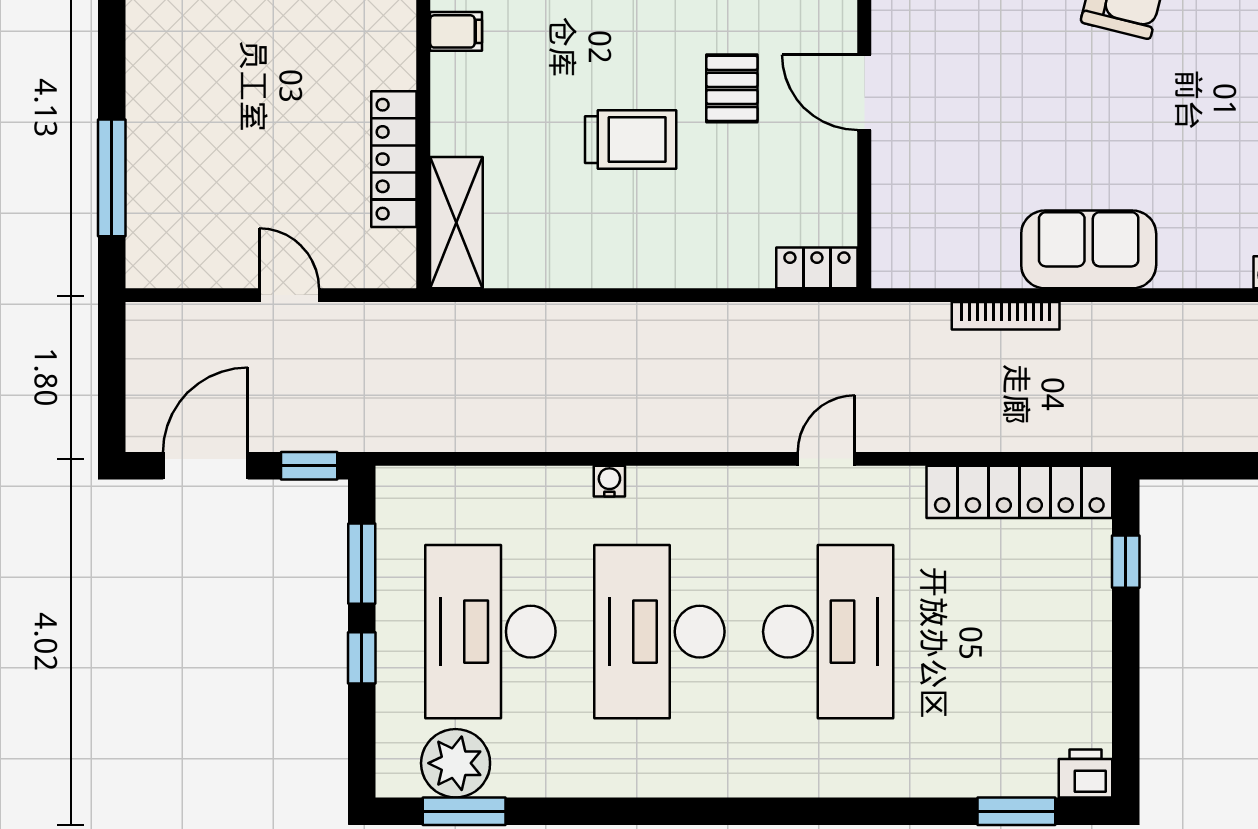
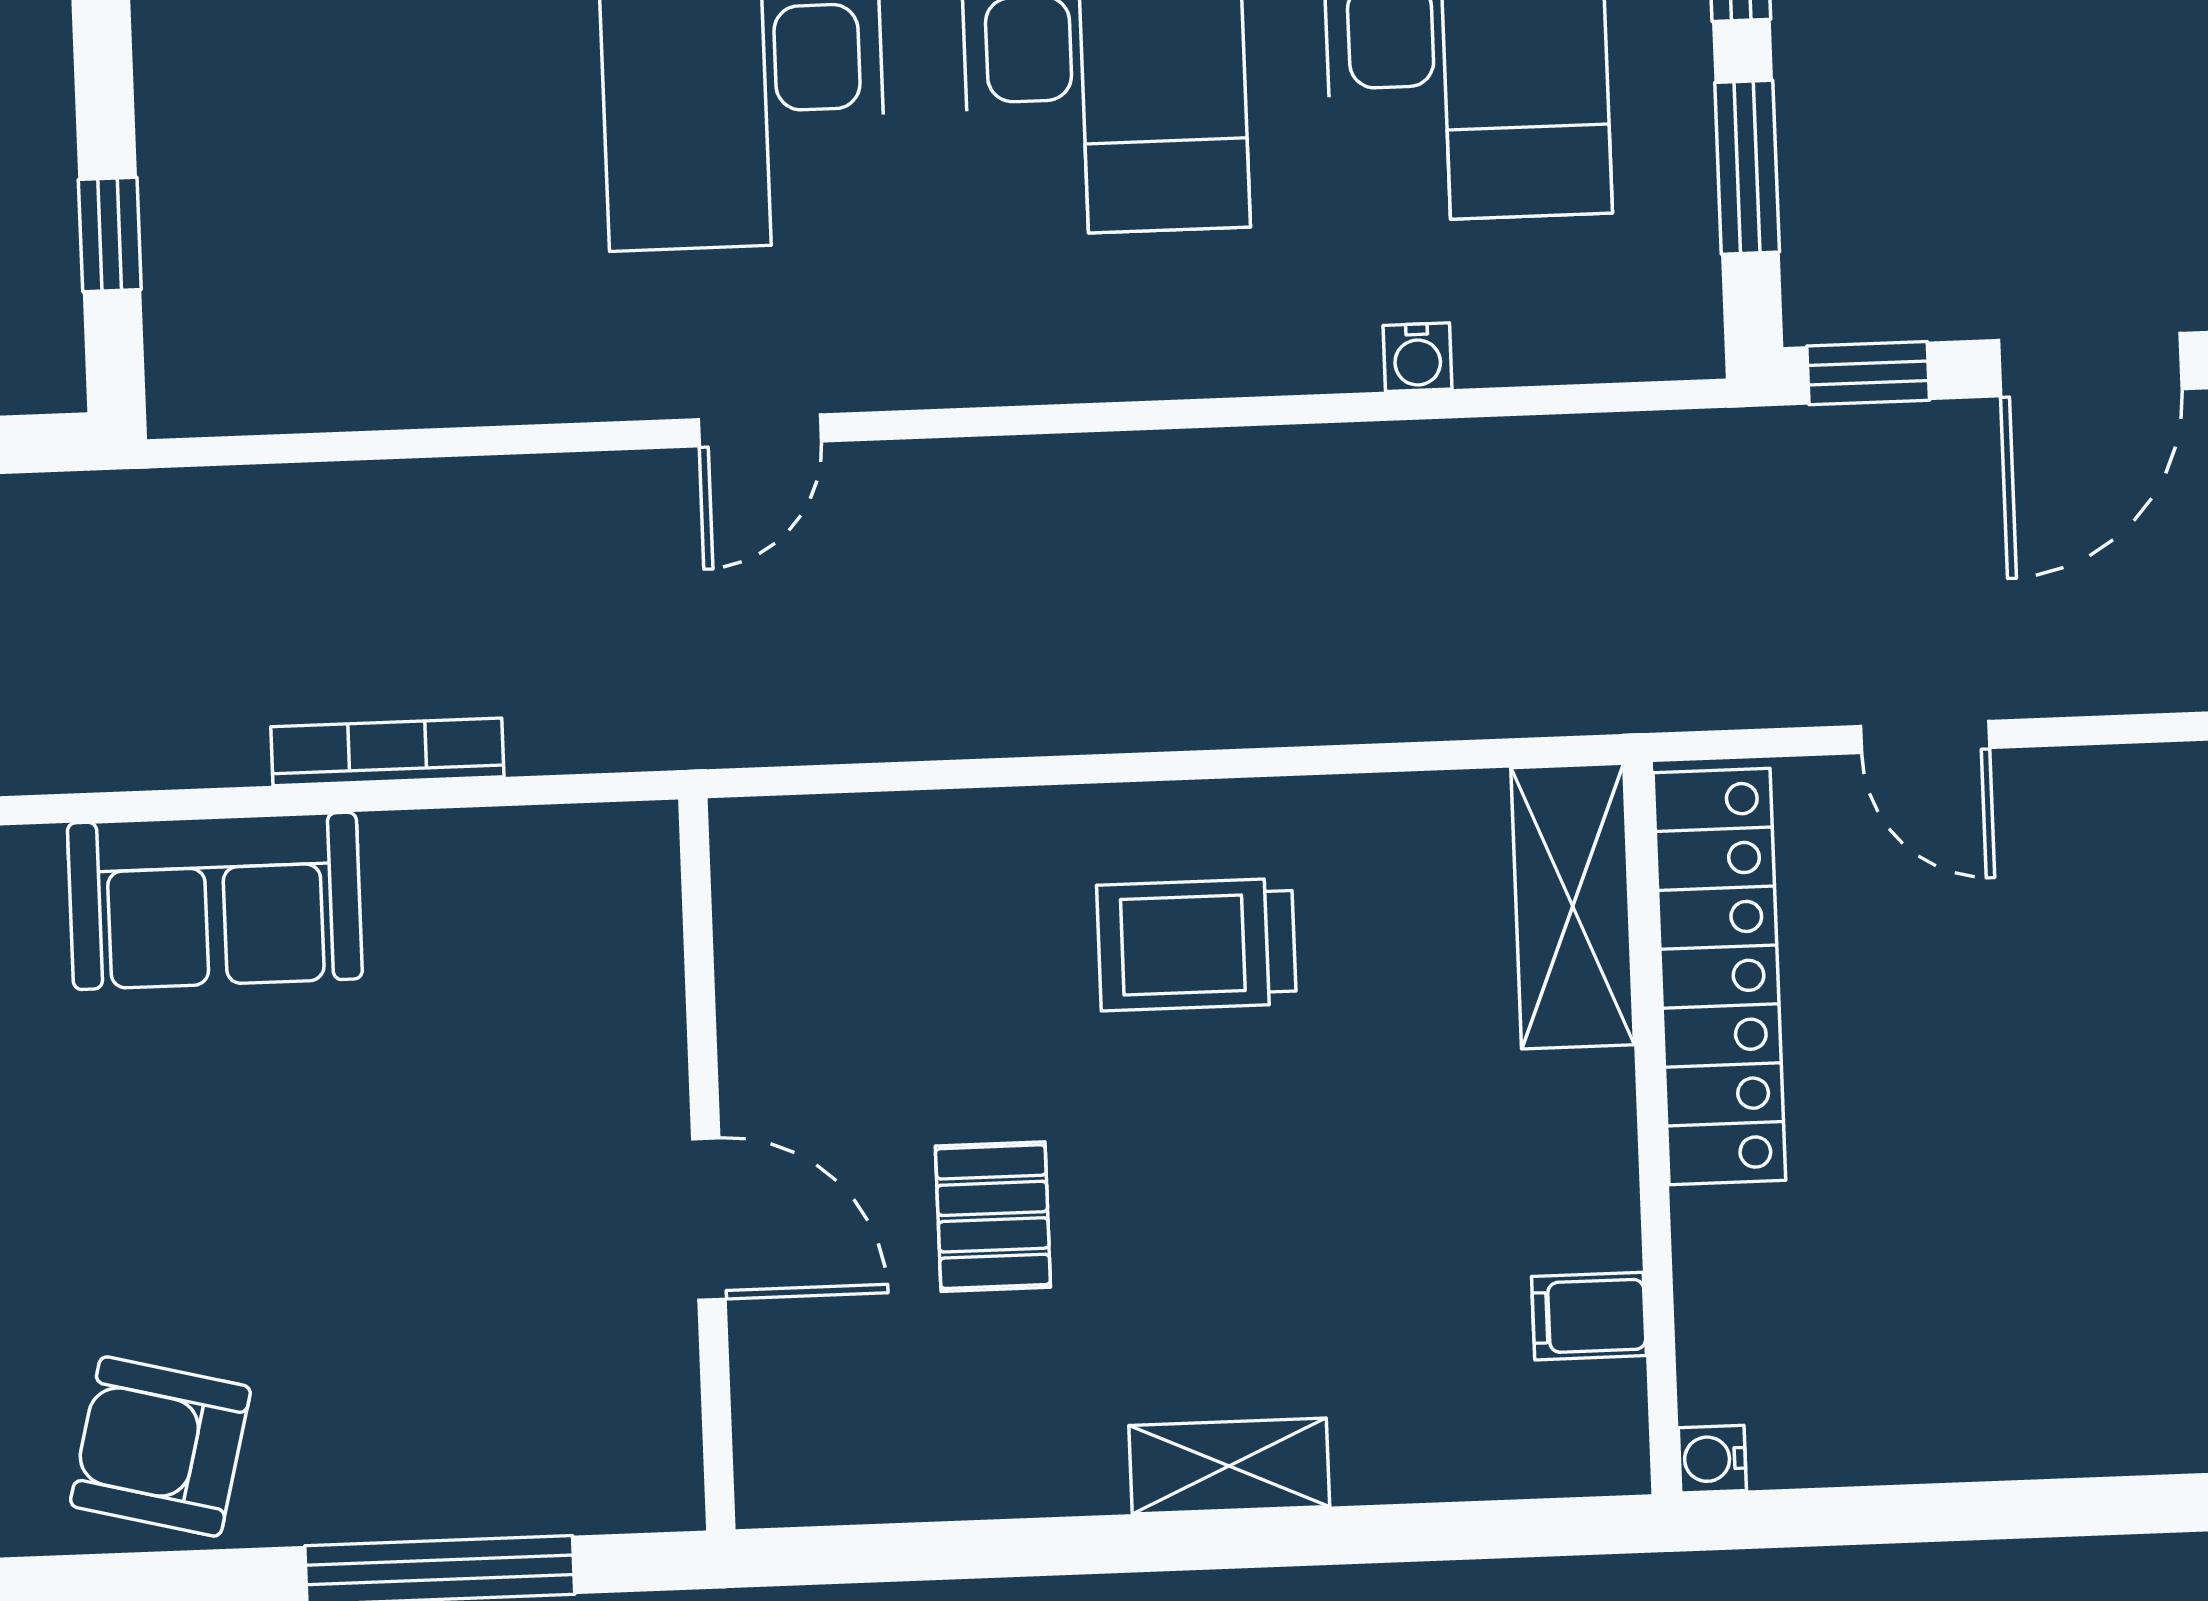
trolley: (631, 140) -> (1196, 944), moved
locker: (394, 159) -> (1719, 976), width x1.41, depth x1.21
locker: (817, 268) -> (796, 839), removed
water cooler: (609, 481) -> (1418, 357), moved
locker: (1019, 492) -> (344, 375), removed

